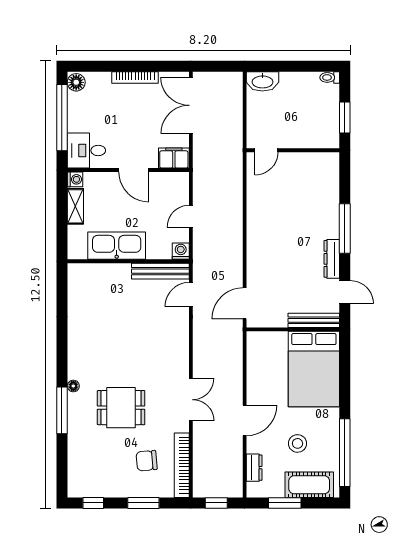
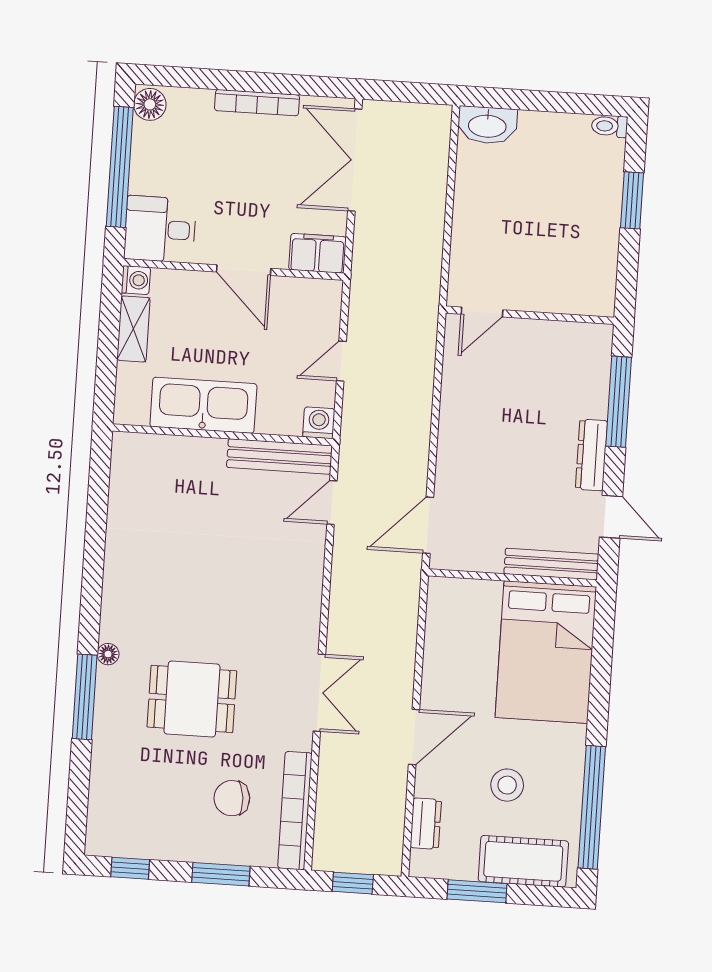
door: (266, 150) -> (482, 312), moved
wall: (293, 150) -> (530, 315), moved

